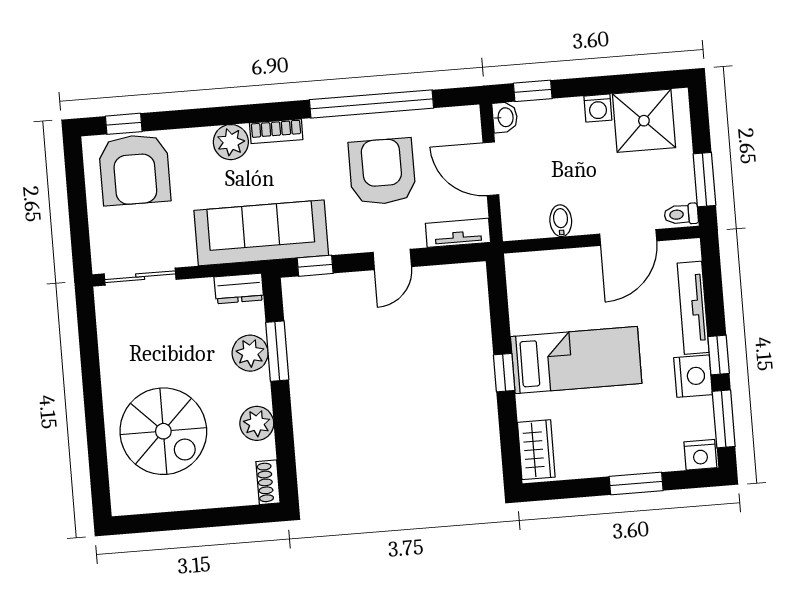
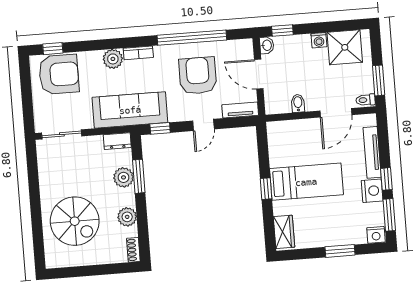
armchair: (135, 170) -> (59, 74), turned -90

